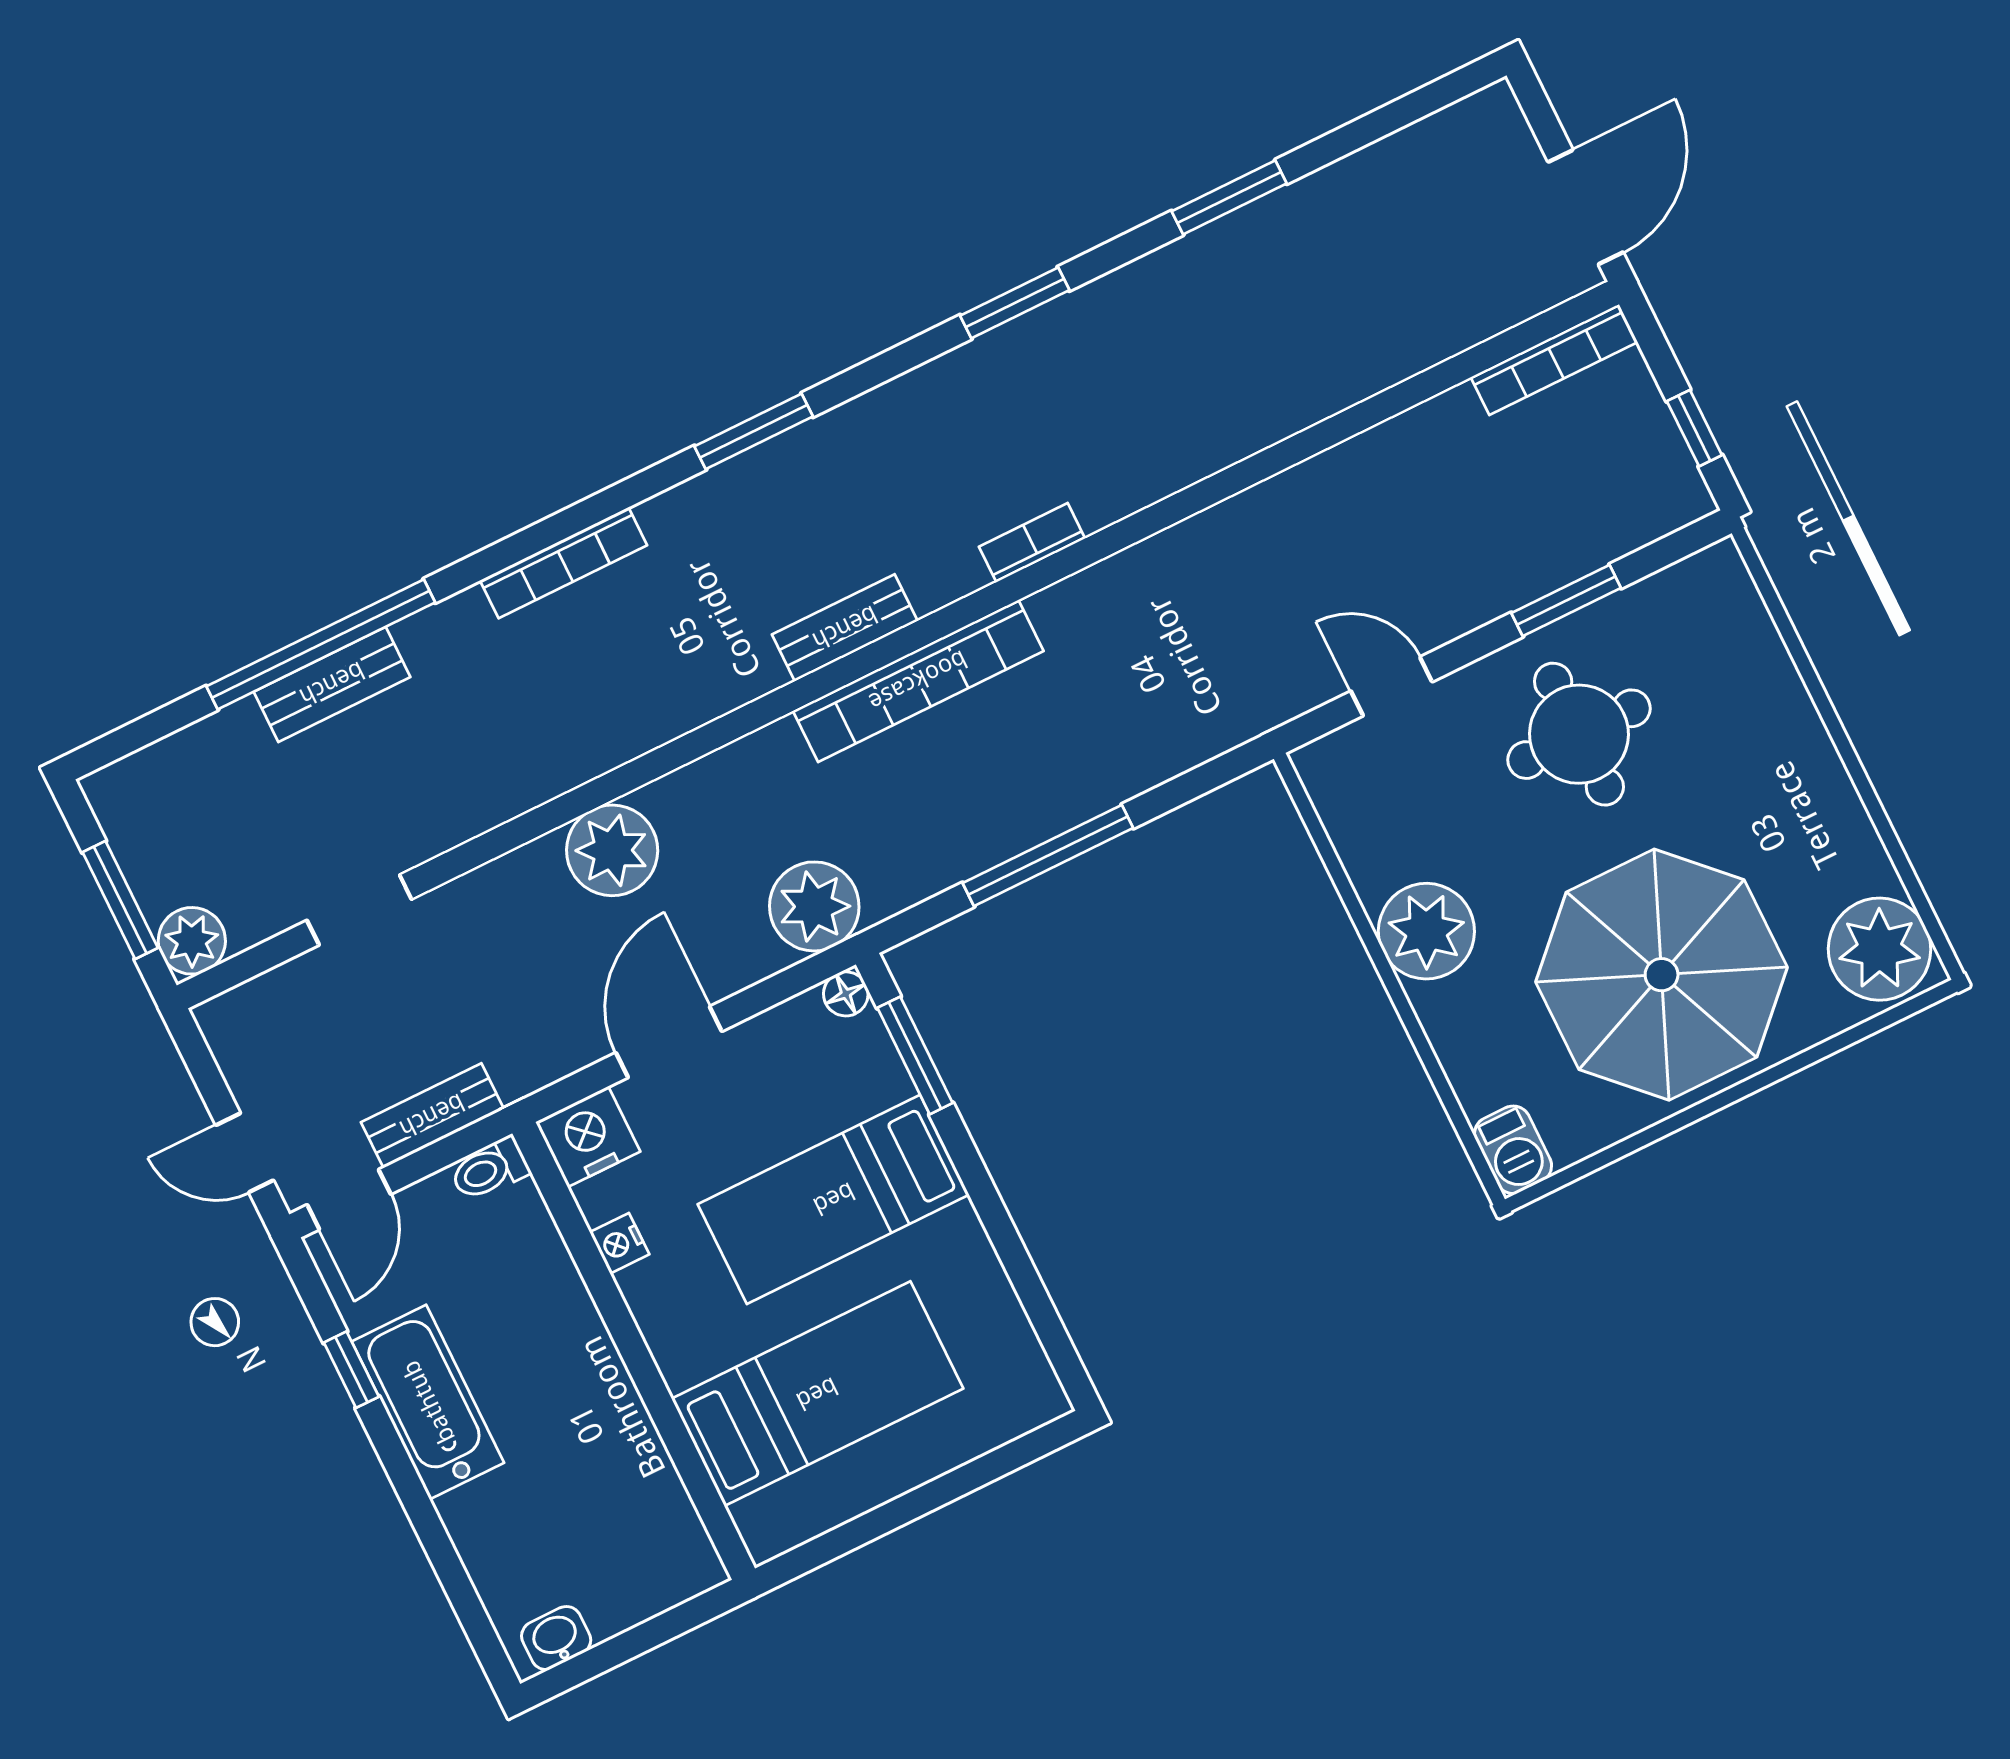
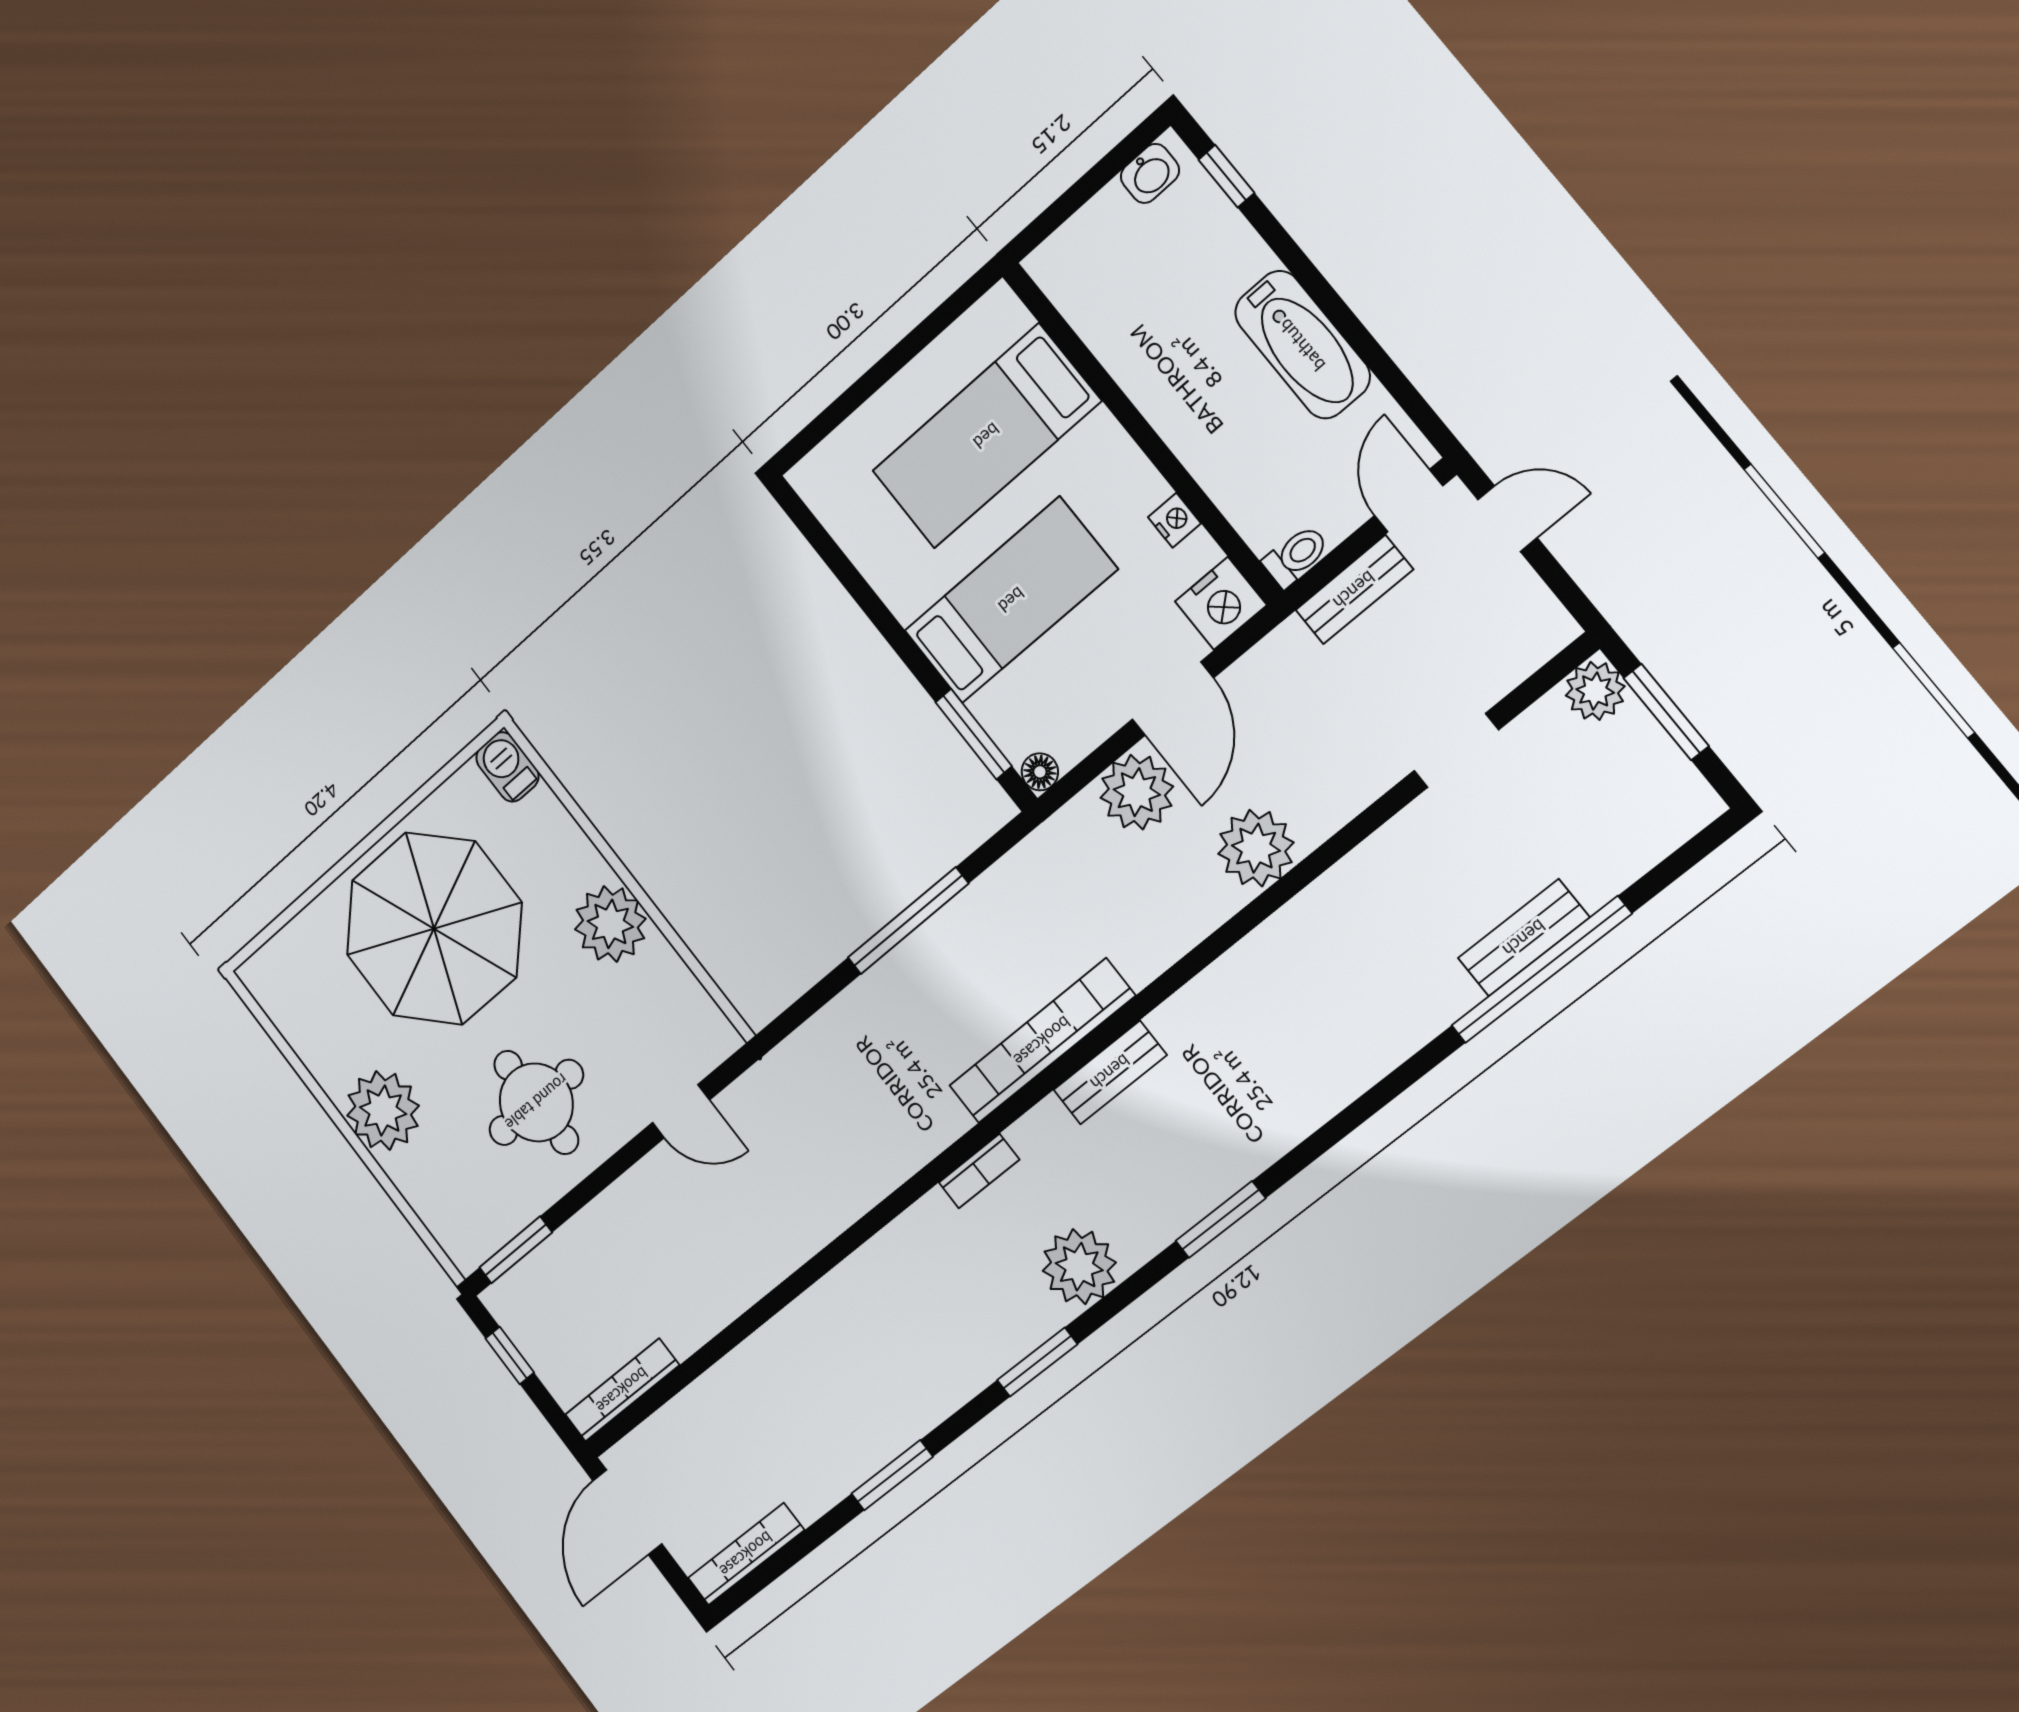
plant: (936, 407) -> (1079, 1267), added
bookcase: (563, 563) -> (746, 1554), moved
window: (1566, 600) -> (516, 1250), moved
plant: (814, 906) -> (1137, 792), moved
plant: (1880, 949) -> (383, 1111), moved
window: (351, 1370) -> (1226, 176), moved

